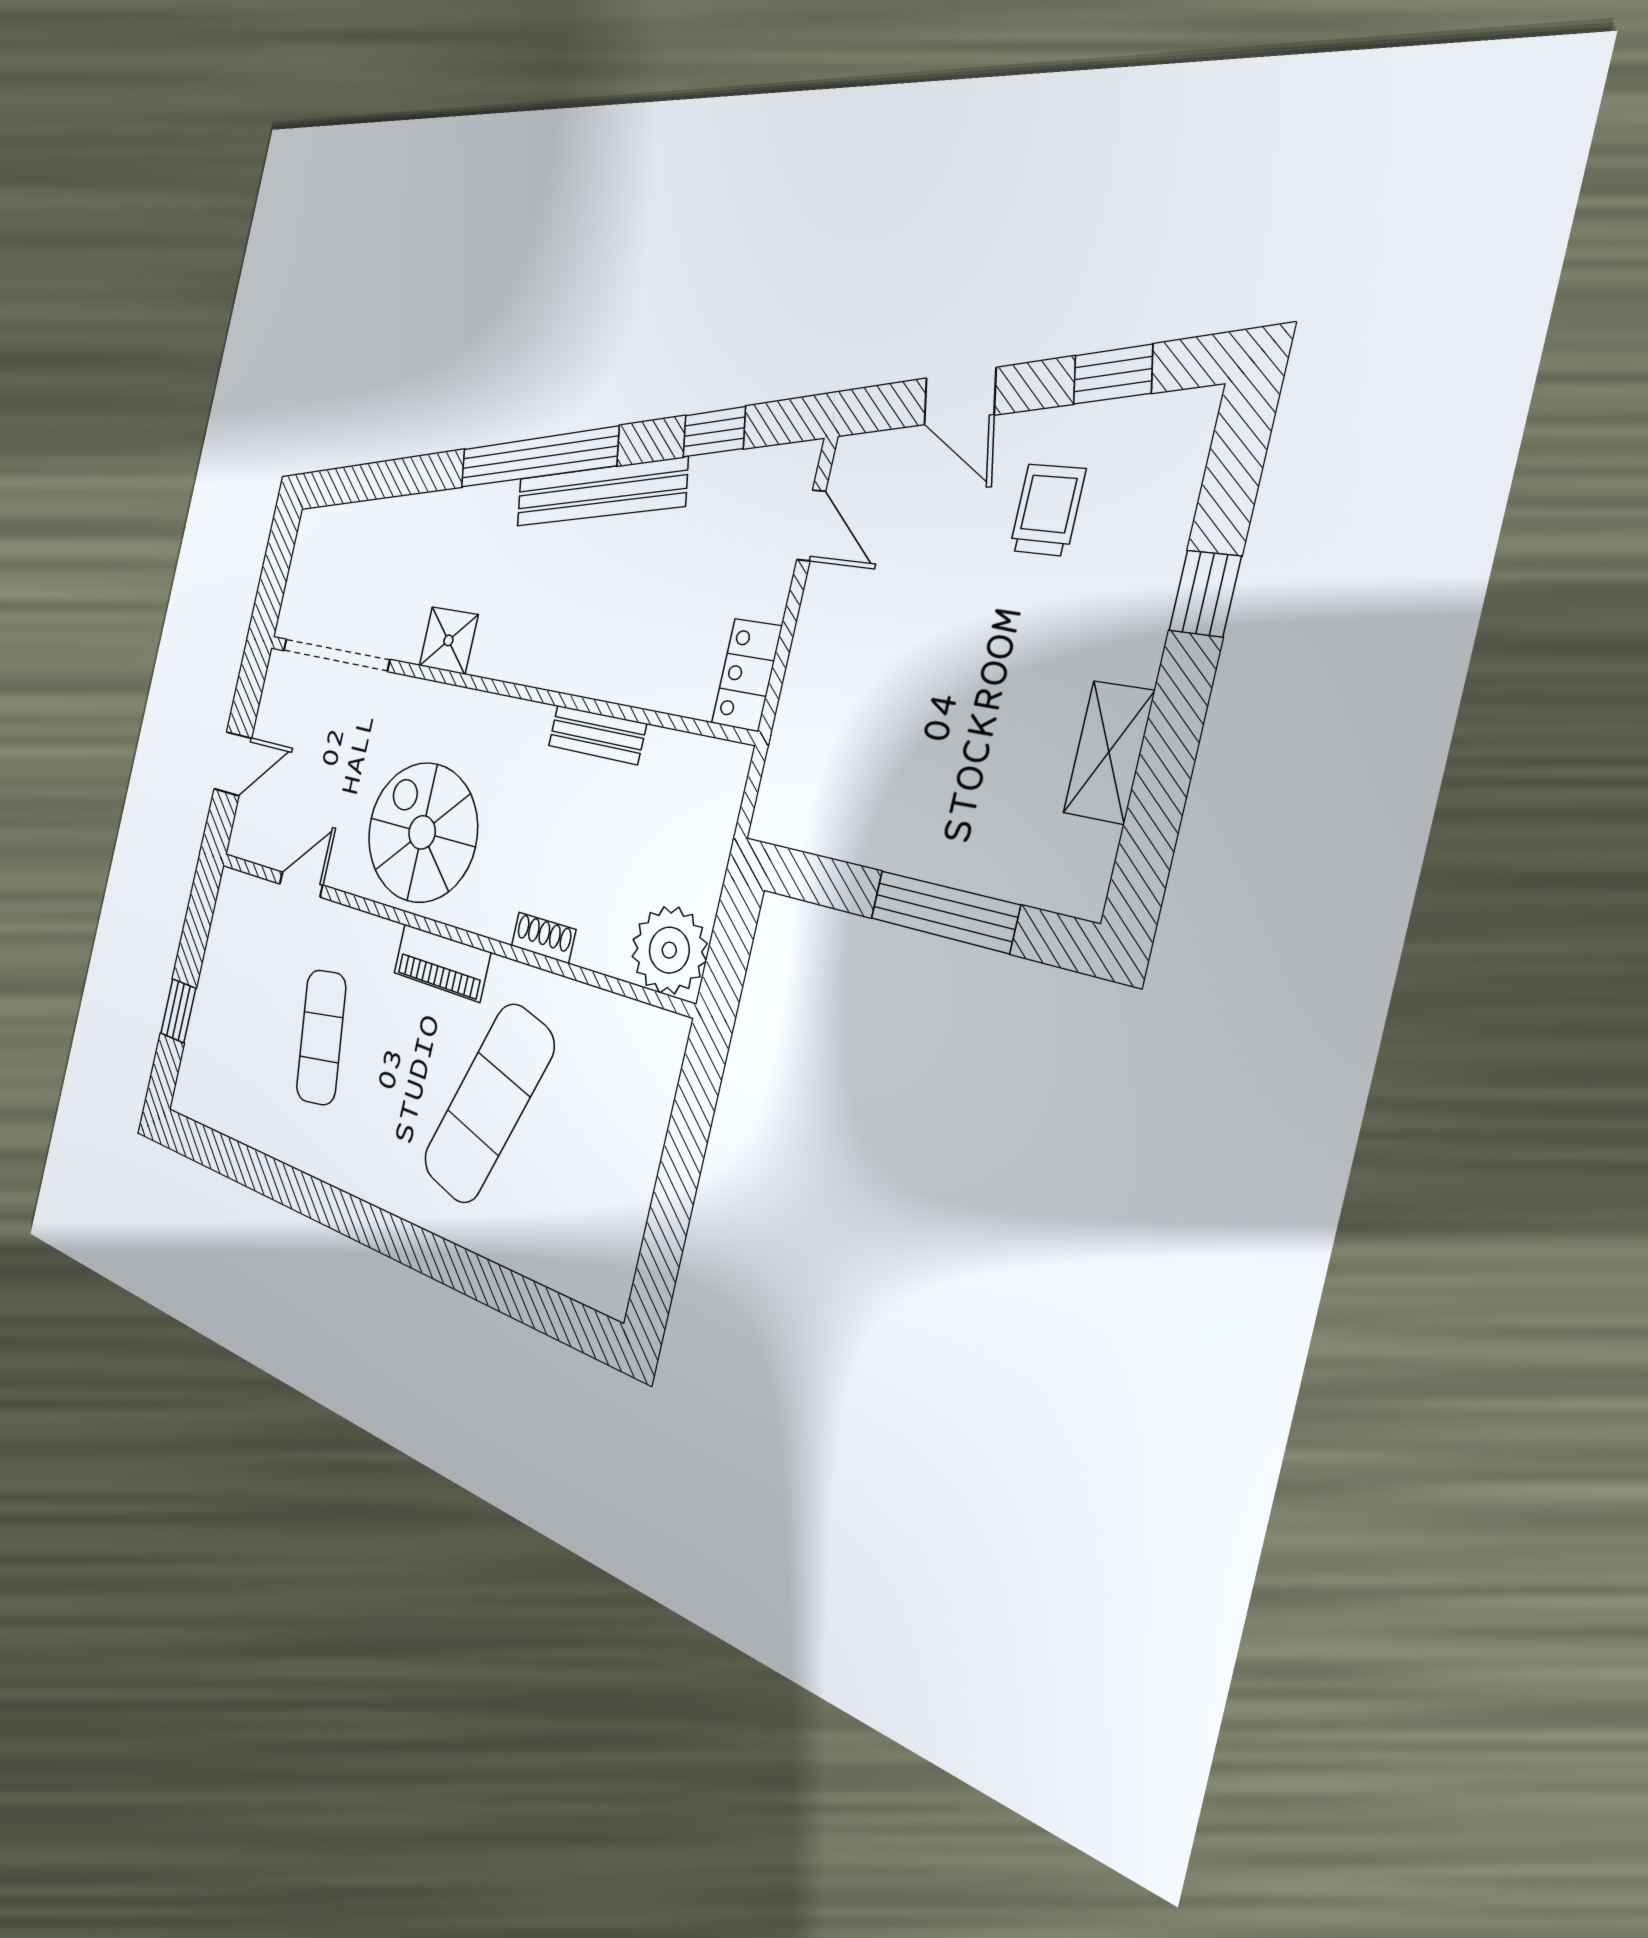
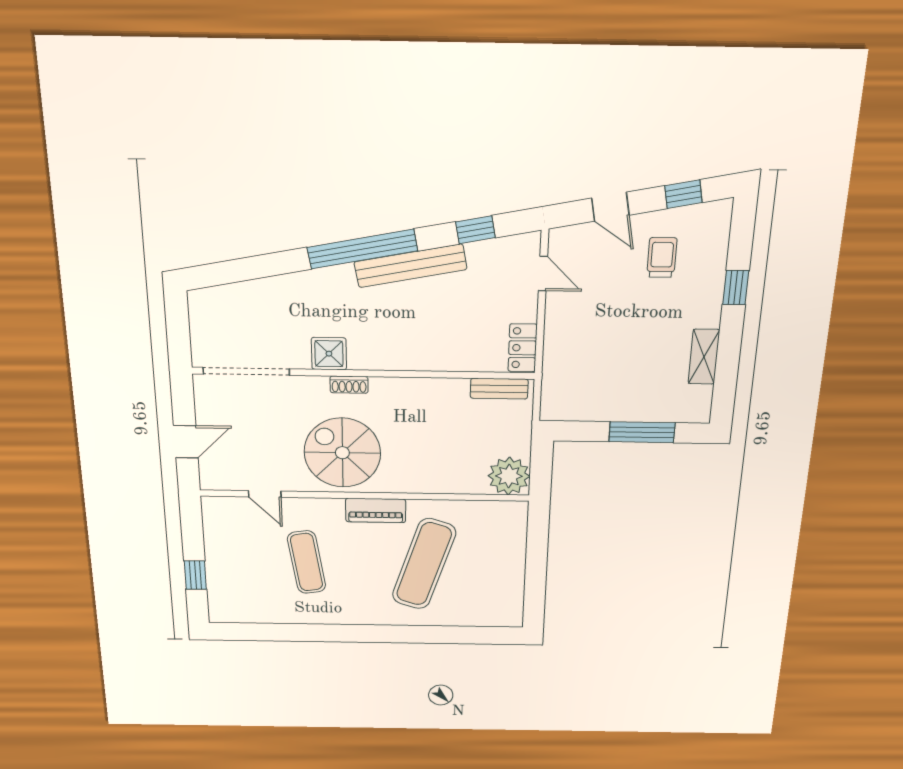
bench: (597, 735) -> (499, 389), moved
door: (301, 884) -> (265, 494), swing flipped
shoe rack: (543, 938) -> (349, 385), moved, turned 180

